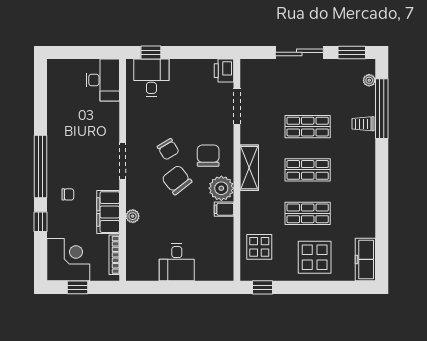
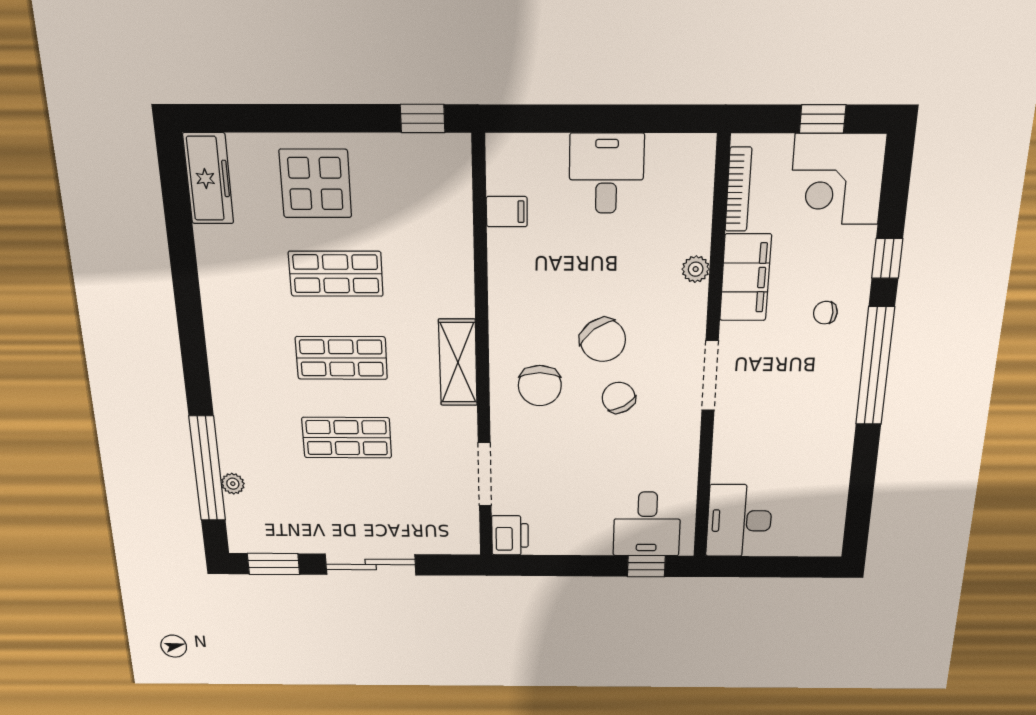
plant: (369, 80) -> (233, 484), moved
trolley: (363, 124) -> (240, 442), removed
plant: (221, 188) -> (513, 324), removed
filing cabinet: (224, 209) -> (507, 212), moved
display table: (259, 247) -> (433, 206), removed

